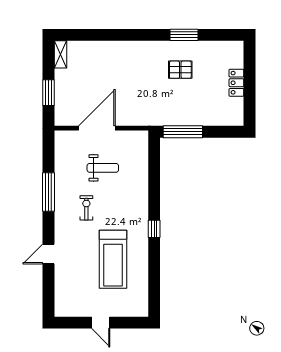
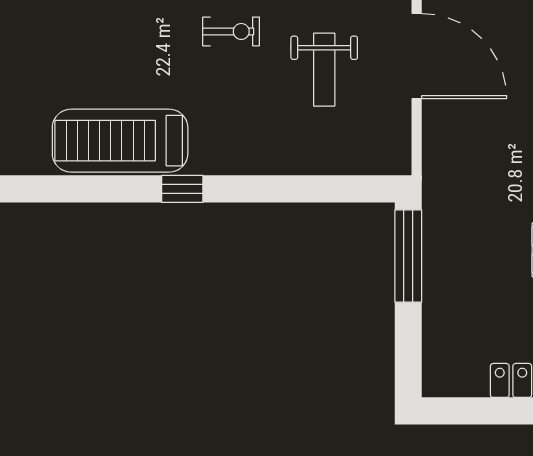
treadmill: (113, 259) -> (120, 141), moved

